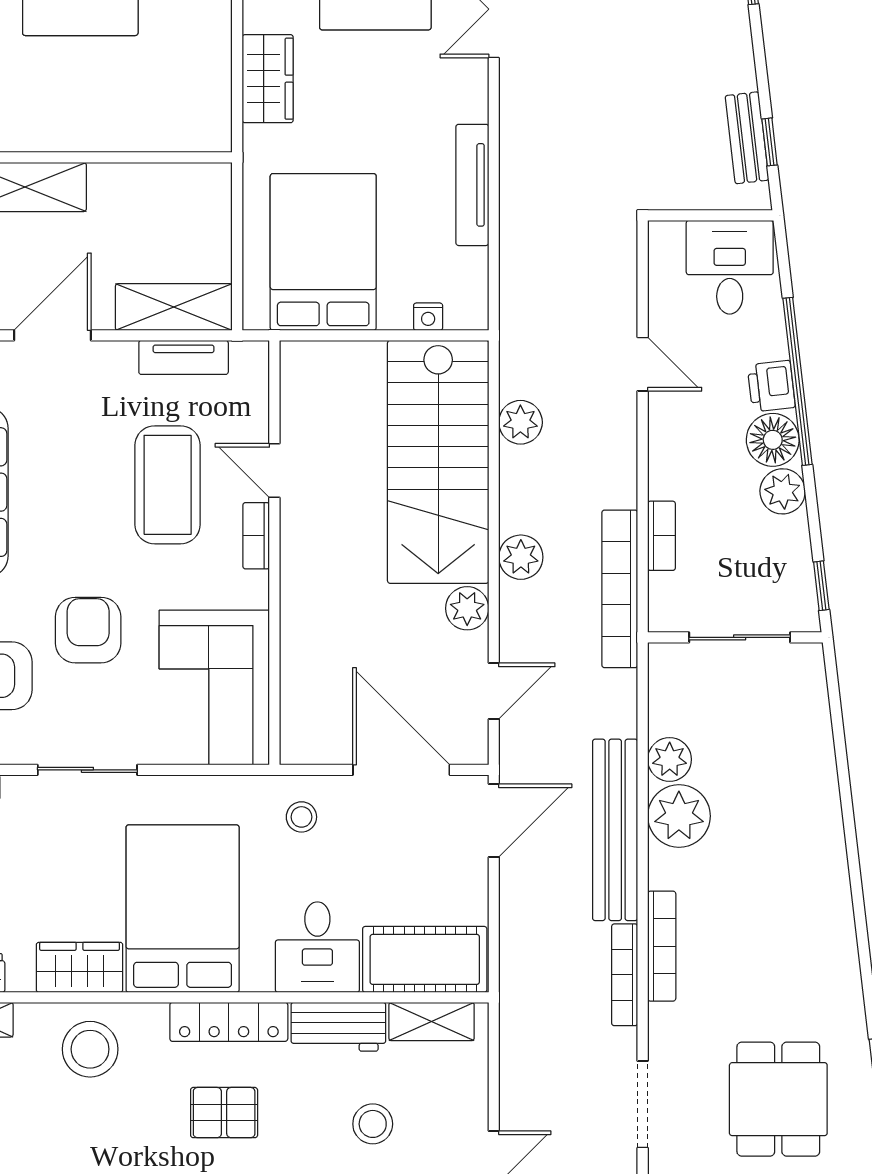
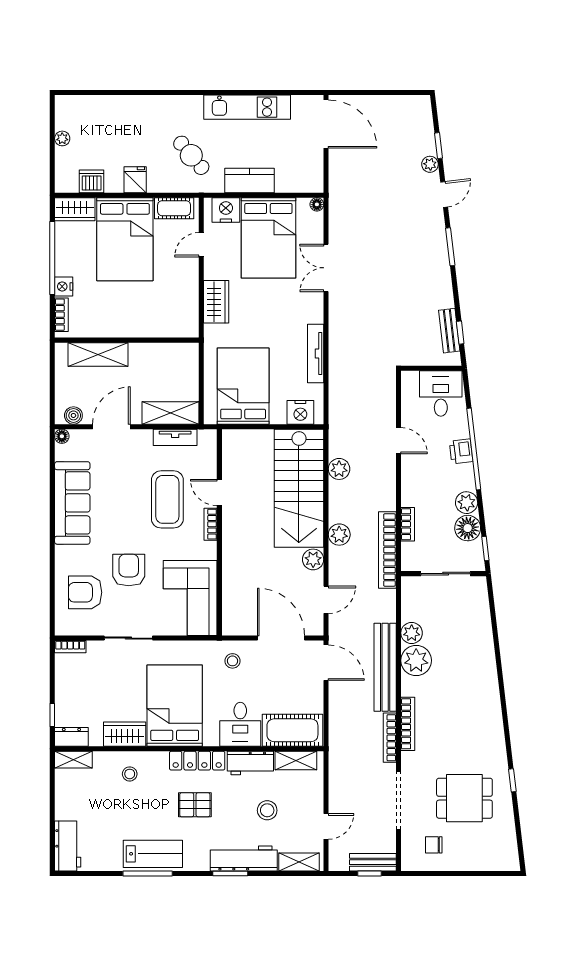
nightstand: (428, 317) -> (300, 412), width x1.89, depth x1.79
floor lamp: (773, 440) -> (468, 528), moved
door: (494, 821) -> (326, 663), hinge flipped
stool: (90, 1049) -> (130, 774), width x0.53, depth x0.53
dining table: (778, 1099) -> (464, 798), turned 90
doorway: (643, 1104) -> (398, 801), width x1.36

